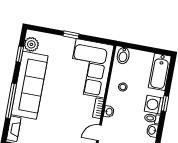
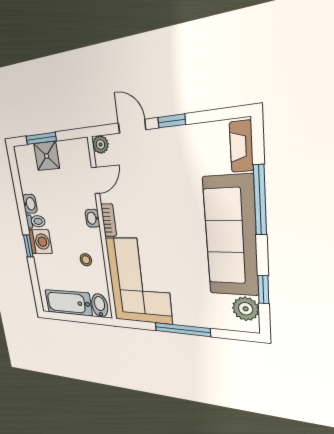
window: (71, 35) -> (182, 330), width x2.17
bathtub: (160, 72) -> (68, 303), moved, turned -90

